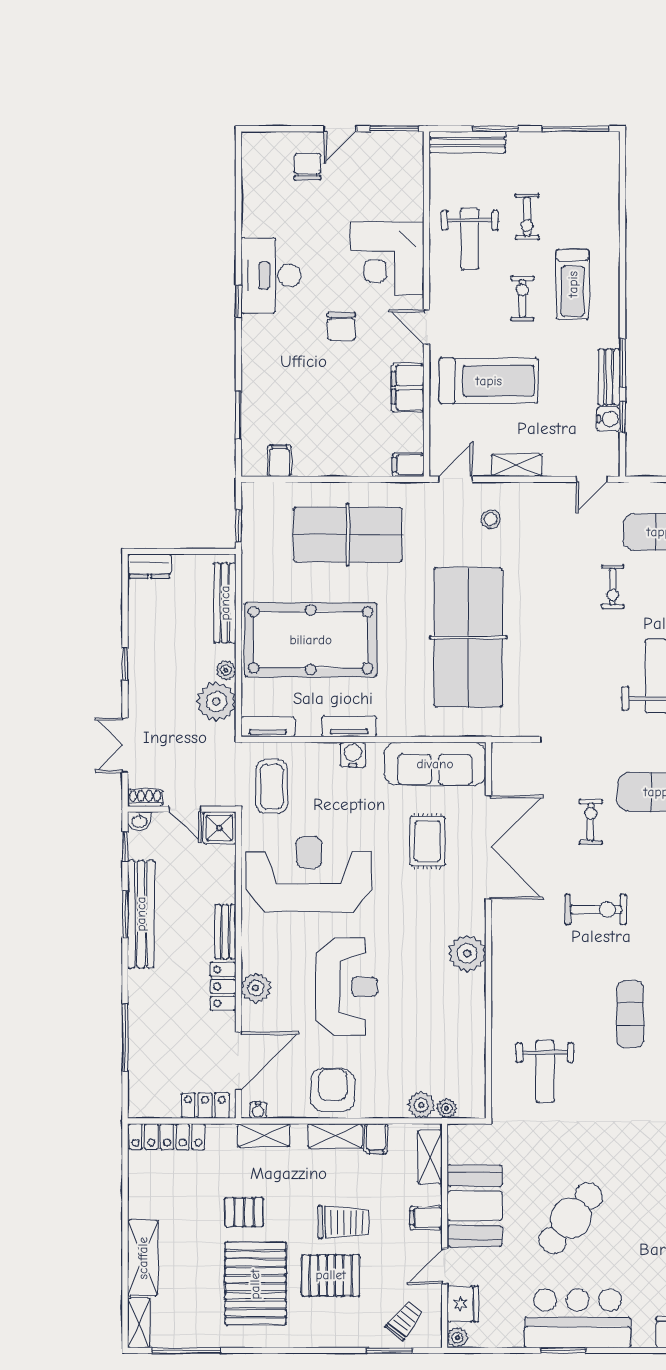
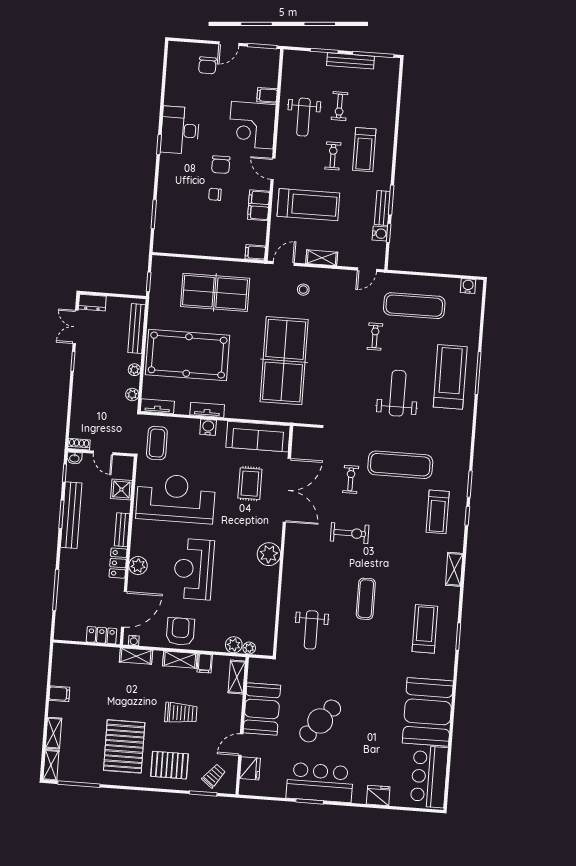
bench: (467, 142) -> (350, 61), moved
chair: (308, 167) -> (207, 65), turned 180
chair: (335, 375) -> (215, 194), added
filing cabinet: (279, 461) -> (267, 95), moved, turned -90
exercise bike: (613, 587) -> (375, 336), turned 180
plant: (216, 702) -> (132, 394), width x0.53, depth x0.53
double door: (125, 745) -> (75, 327), moved
shower: (220, 828) -> (121, 490), moved
reception desk: (347, 987) -> (194, 569), turned 180
locker: (167, 1137) -> (77, 652), removed
pallet: (244, 1212) -> (120, 702), removed
filing cabinet: (426, 1218) -> (59, 694), moved, turned 180
shelving: (143, 1258) -> (54, 733), width x0.67, depth x0.75
pallet: (331, 1275) -> (169, 765), moved
plant: (457, 1338) -> (245, 789), removed

